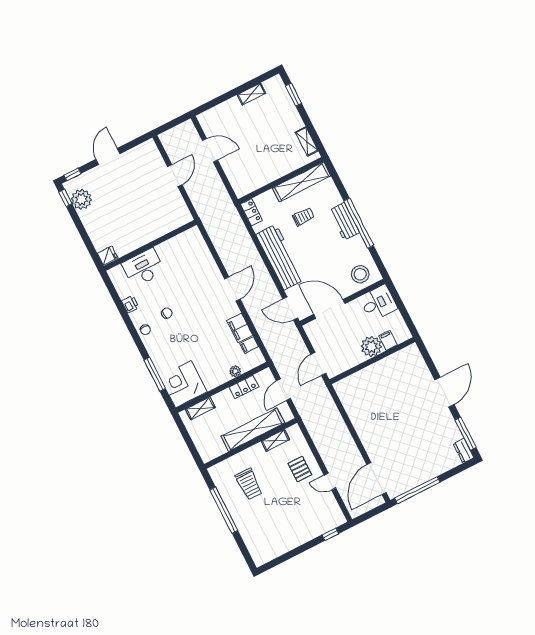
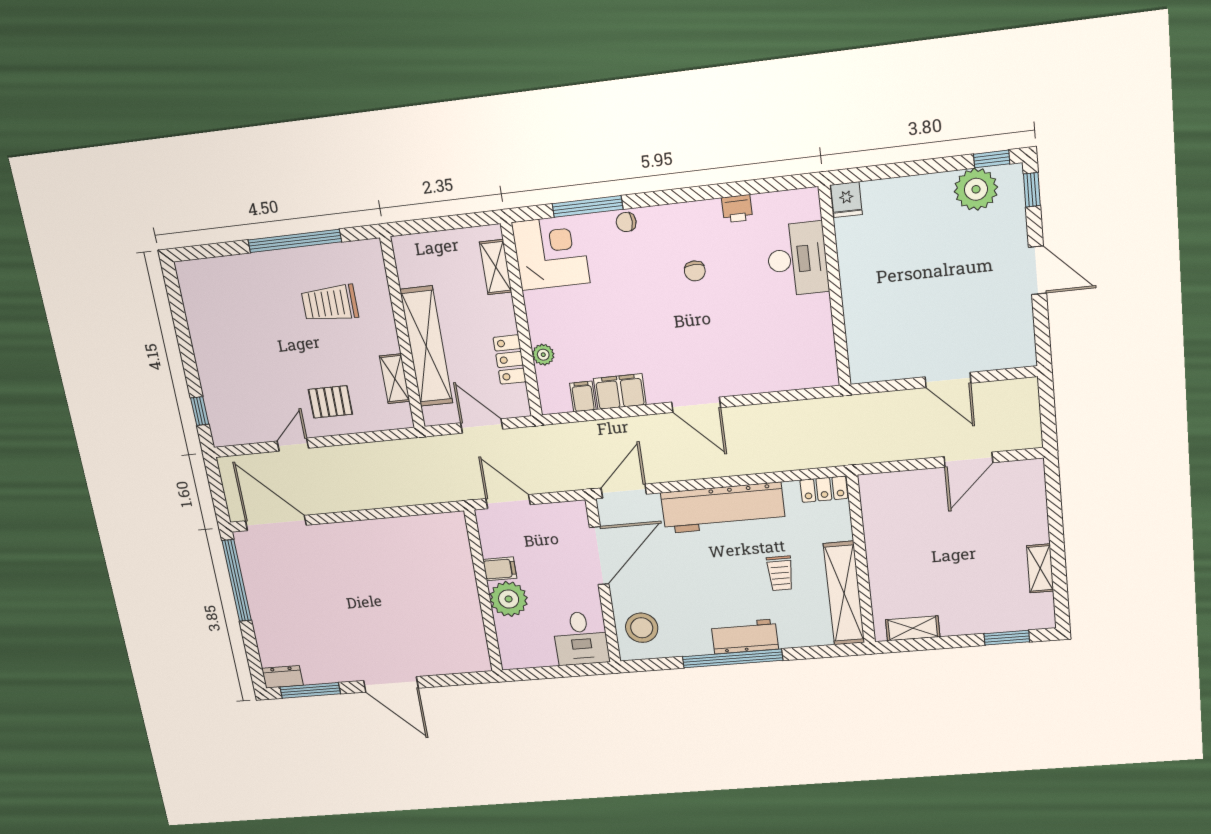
chair: (145, 330) -> (626, 222), moved
filing cabinet: (388, 340) -> (500, 569), moved

